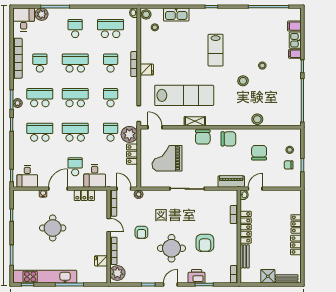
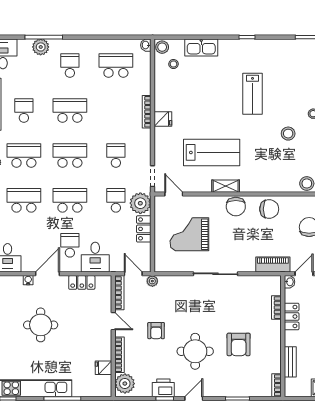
plant: (42, 14) -> (41, 47), moved
school desk: (111, 63) -> (116, 111), removed
lab bench: (184, 95) -> (212, 152), width x0.73
locker: (246, 227) -> (292, 316), width x0.66
printer: (197, 276) -> (163, 388), moved

